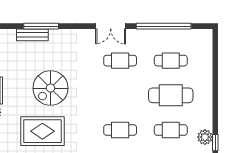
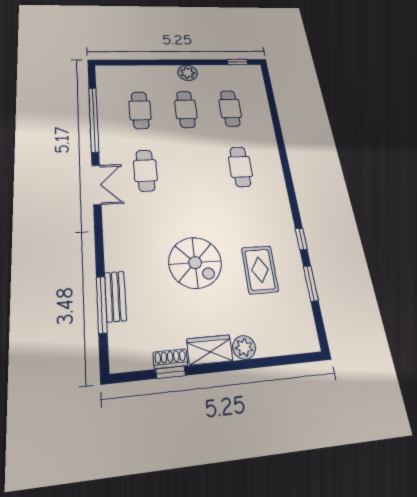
window: (41, 26) -> (102, 305), moved
cafe table: (171, 95) -> (186, 109), width x0.73, depth x0.74
rug: (42, 131) -> (260, 270), width x0.73, depth x0.70
plant: (205, 137) -> (188, 73), moved

